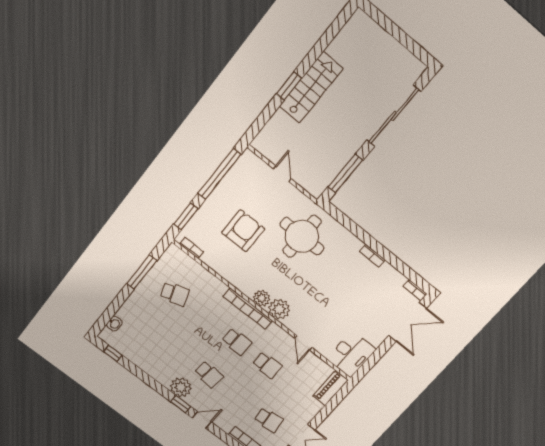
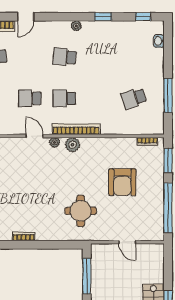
round table: (302, 236) -> (81, 211), width x0.73, depth x0.73
plant: (279, 309) -> (55, 142), width x0.53, depth x0.53
door: (303, 343) -> (35, 136), moved
plant: (181, 387) -> (76, 26), width x0.53, depth x0.53
window: (181, 404) -> (103, 17), moved
door: (202, 420) -> (26, 17), moved

